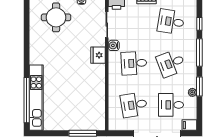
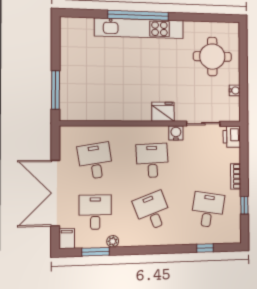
window: (199, 52) -> (167, 249), removed
window: (199, 86) -> (96, 252), moved
kitchen unit: (36, 98) -> (139, 28), moved
window: (27, 100) -> (138, 15), moved

